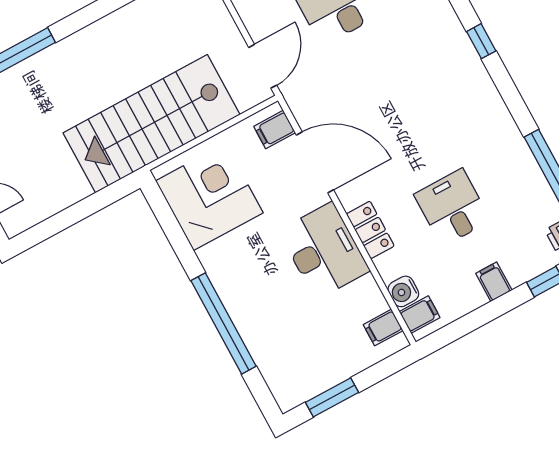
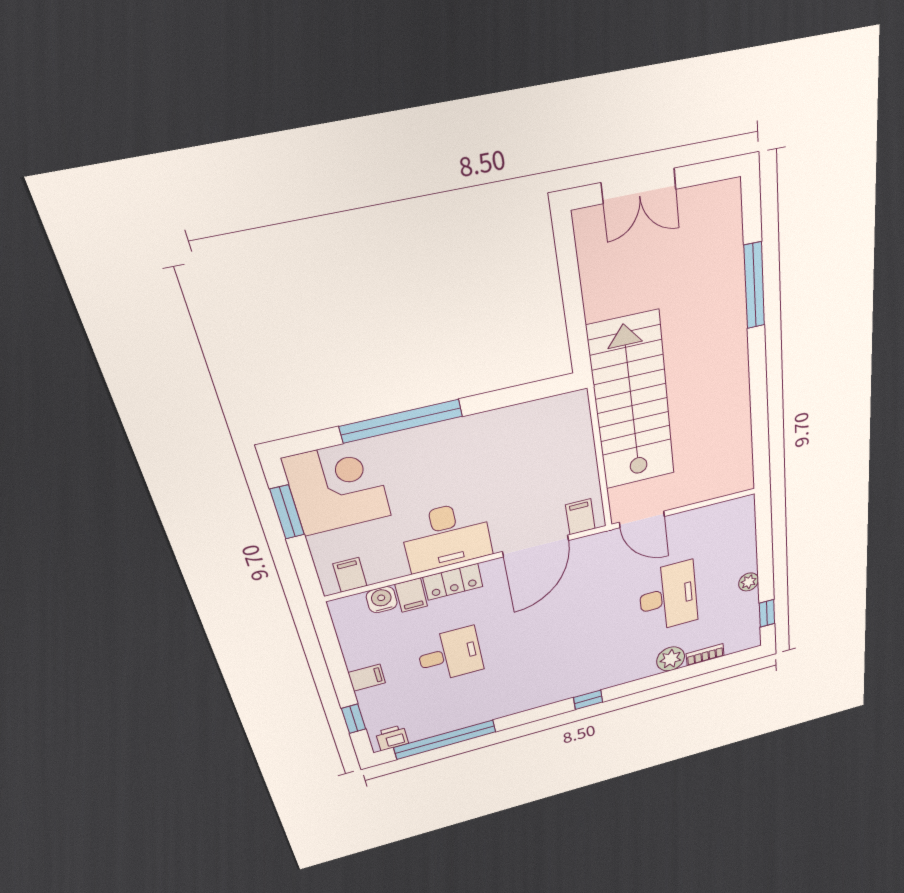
corner desk: (209, 197) -> (337, 488), moved, turned -90
filing cabinet: (420, 315) -> (411, 595), moved

